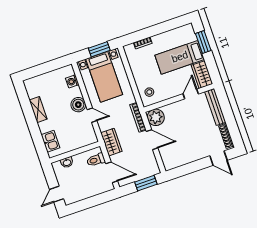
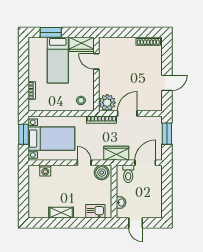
boiler: (78, 105) -> (102, 173), moved
bench: (215, 107) -> (117, 42), removed
door: (92, 115) -> (84, 163), hinge flipped
door: (218, 158) -> (167, 83), moved
door: (57, 194) -> (136, 223), moved

